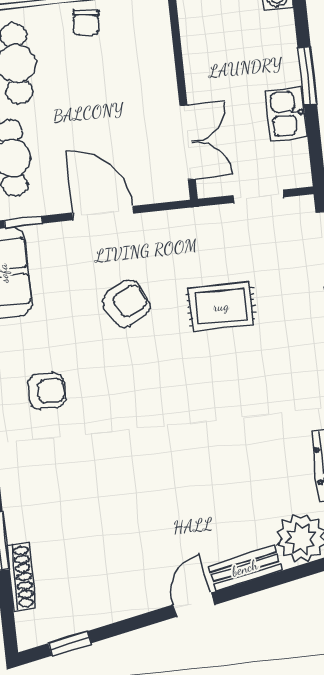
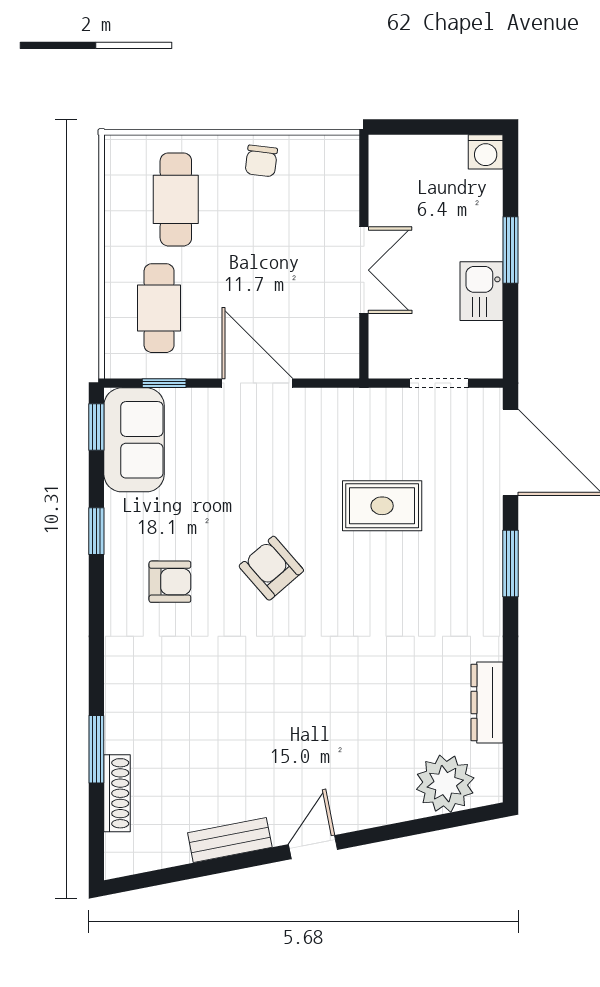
double door: (188, 142) -> (364, 270), moved
armchair: (126, 304) -> (271, 568), moved, turned -103
bench: (245, 568) -> (230, 840), moved
window: (70, 643) -> (165, 876), removed

